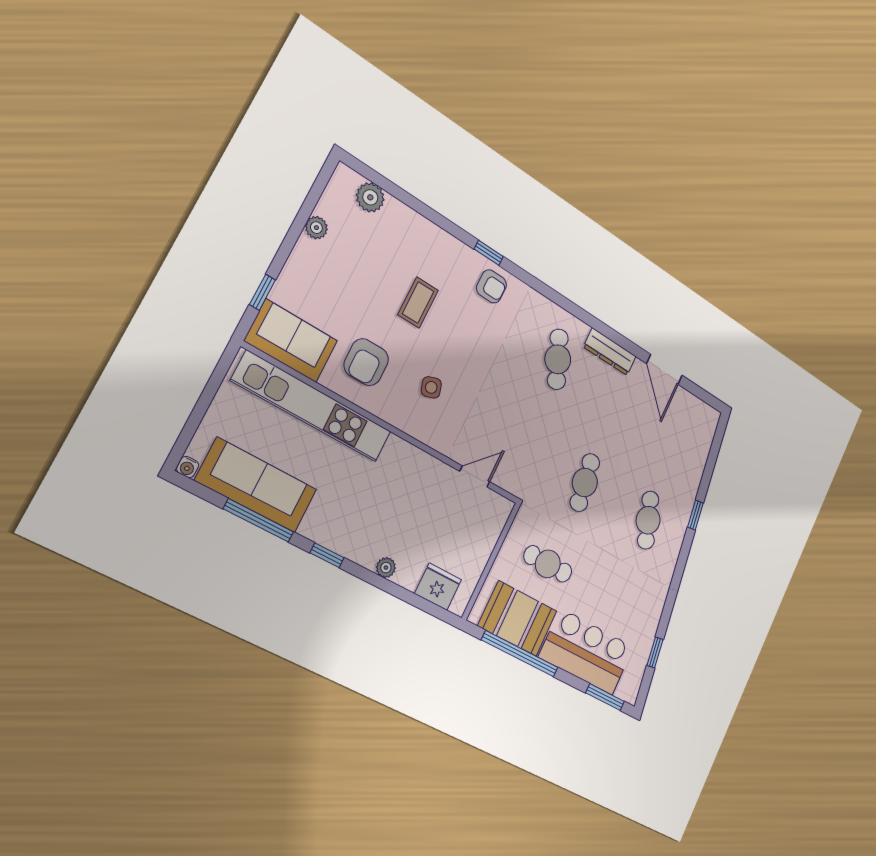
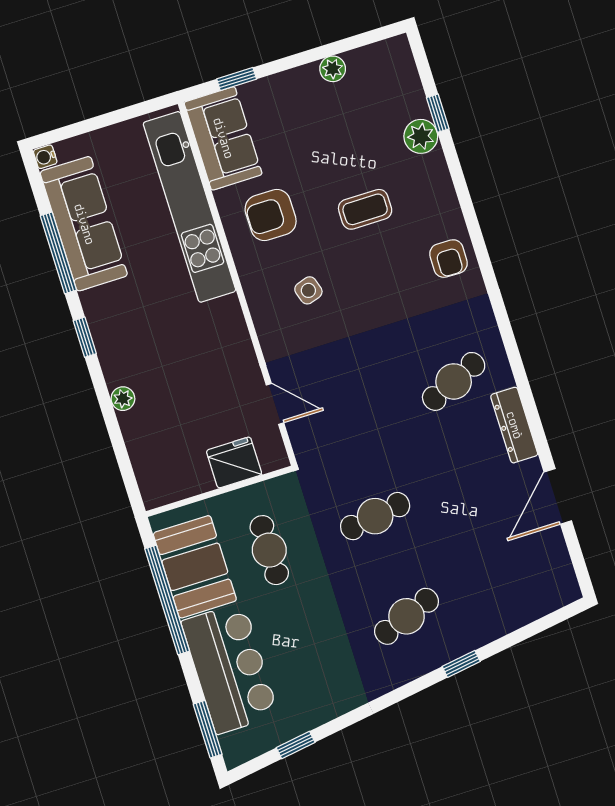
plant: (370, 197) -> (421, 136), moved
window: (489, 253) -> (438, 113), moved
fridge: (438, 587) -> (234, 462), moved, turned -90

